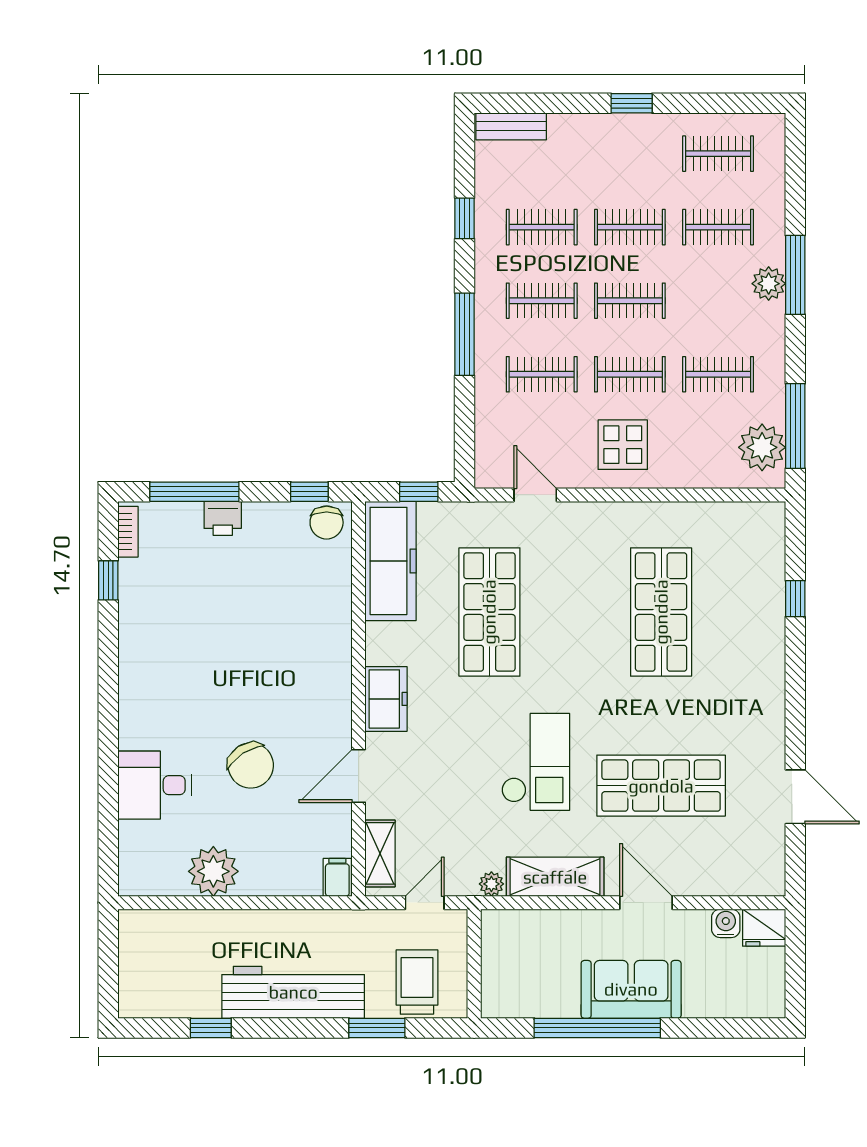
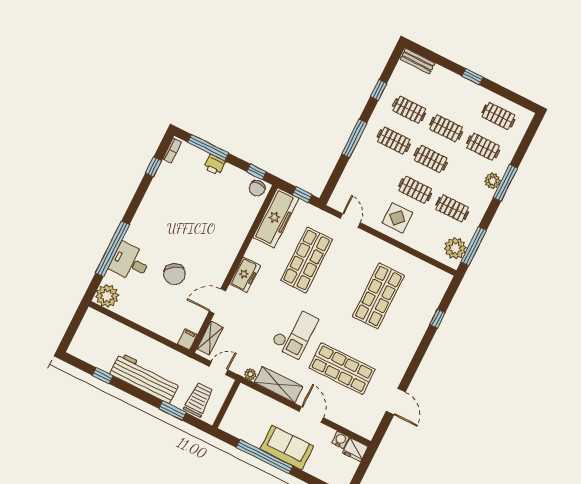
clothes rail: (542, 374) -> (378, 171), removed
window: (108, 776) -> (112, 249), added
plant: (213, 871) -> (107, 296), moved

